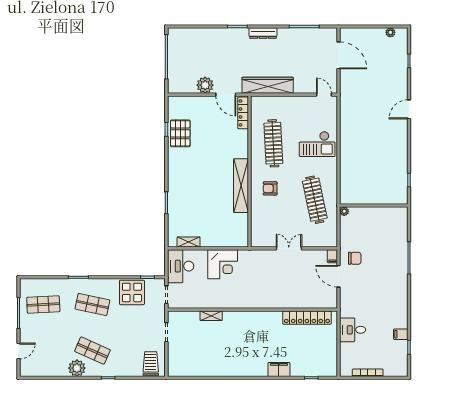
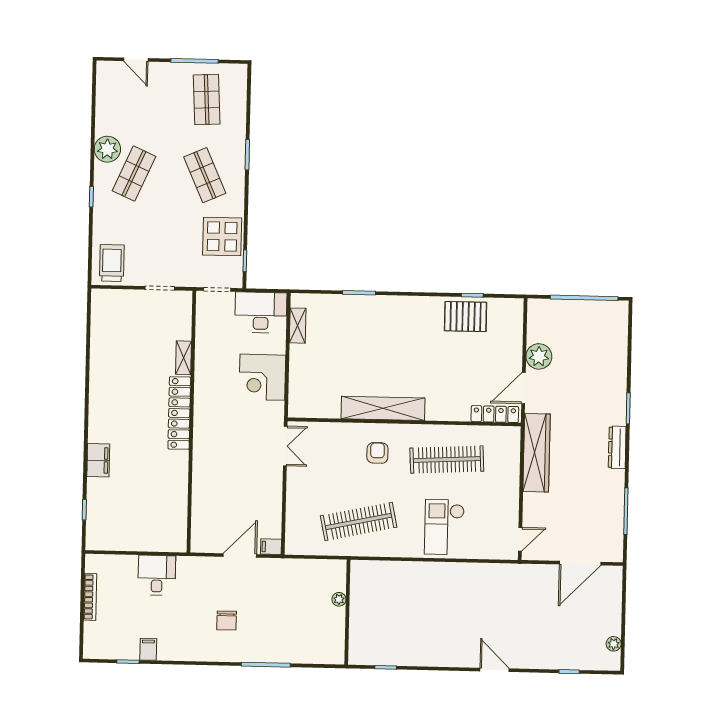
plant: (344, 211) -> (339, 599), moved
double door: (289, 248) -> (285, 446), moved
chair: (355, 258) -> (227, 621), moved
shop shelf: (92, 305) -> (205, 175), turned -36
locker: (307, 318) -> (179, 413), moved
trolley: (151, 364) -> (112, 263), turned -90

